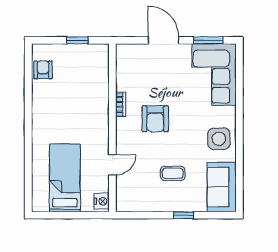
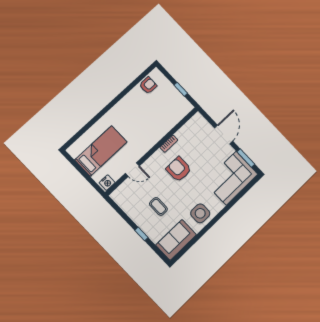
armchair: (155, 119) -> (179, 169), turned 90

